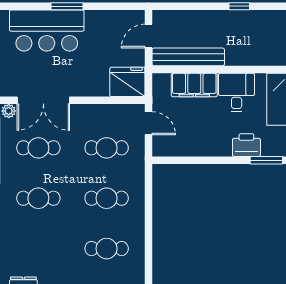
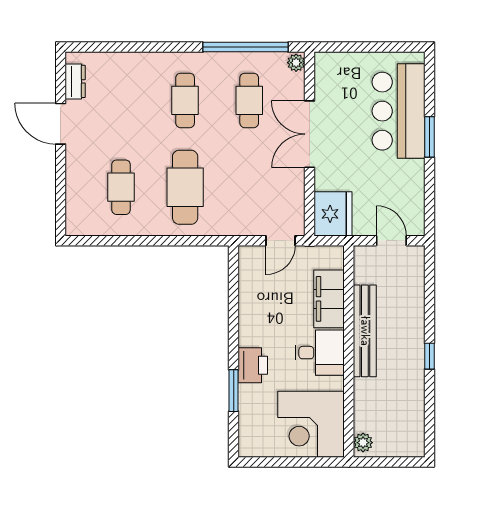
bench: (188, 57) -> (365, 331), moved
double door: (43, 100) -> (310, 134), moved
cafe table: (107, 148) -> (249, 187), removed
cafe table: (107, 198) -> (185, 187), width x1.37, depth x1.35

